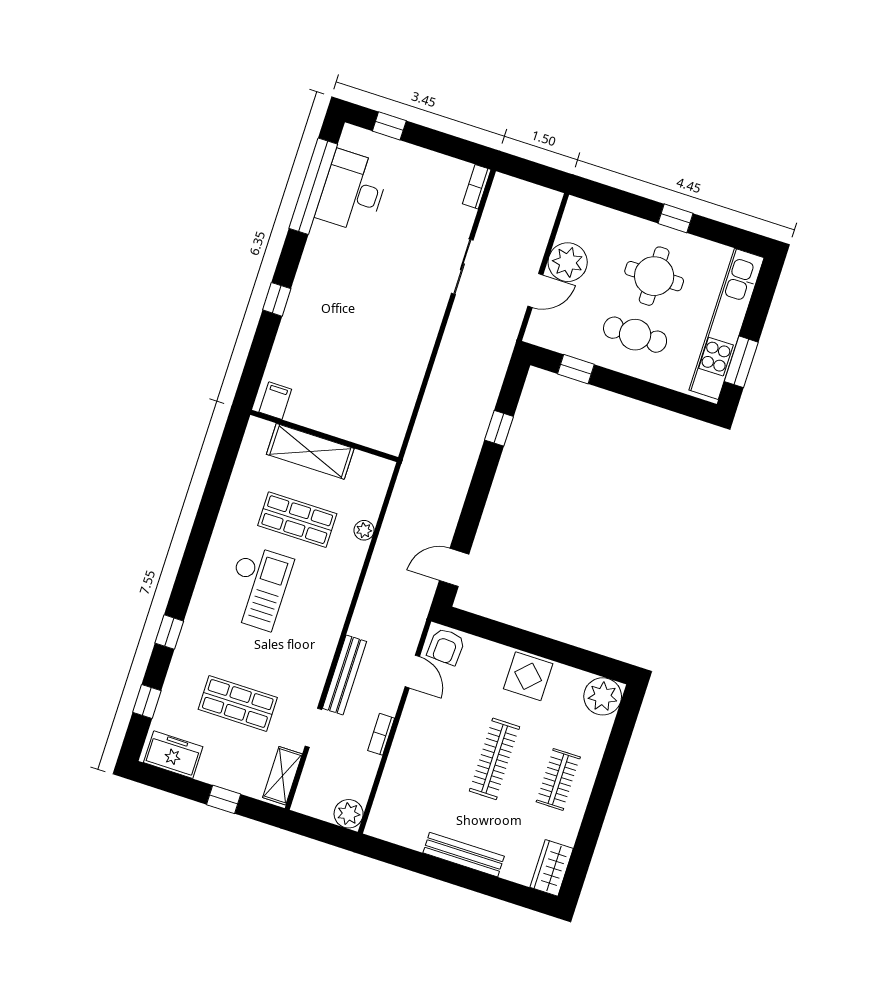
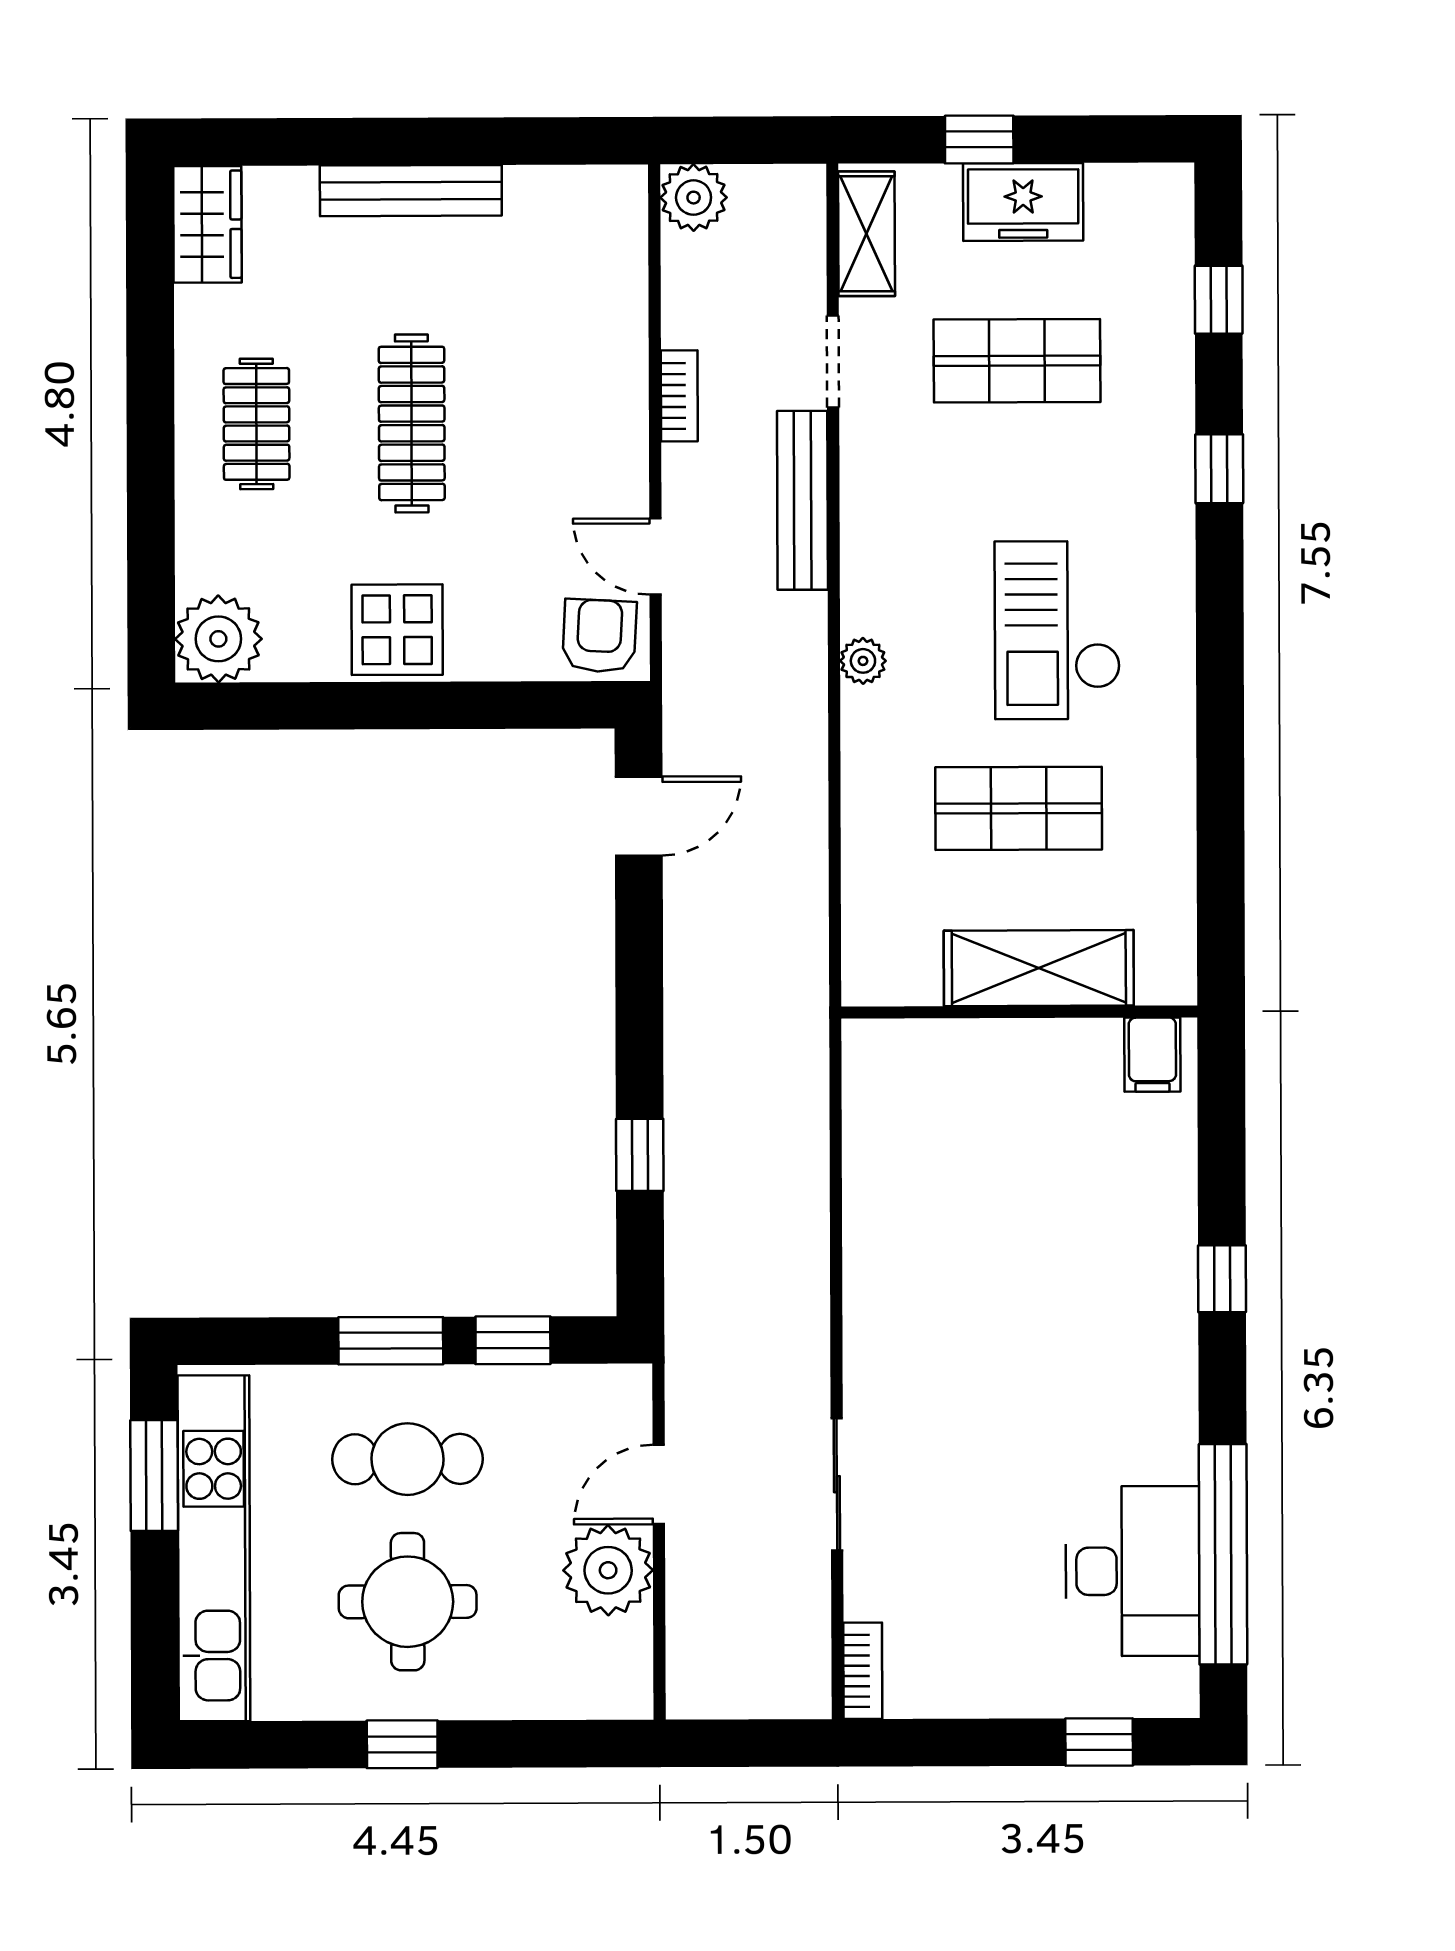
window: (626, 385) -> (391, 1341), added
plant: (364, 530) -> (863, 661), moved
freezer: (173, 755) -> (1023, 202), moved

